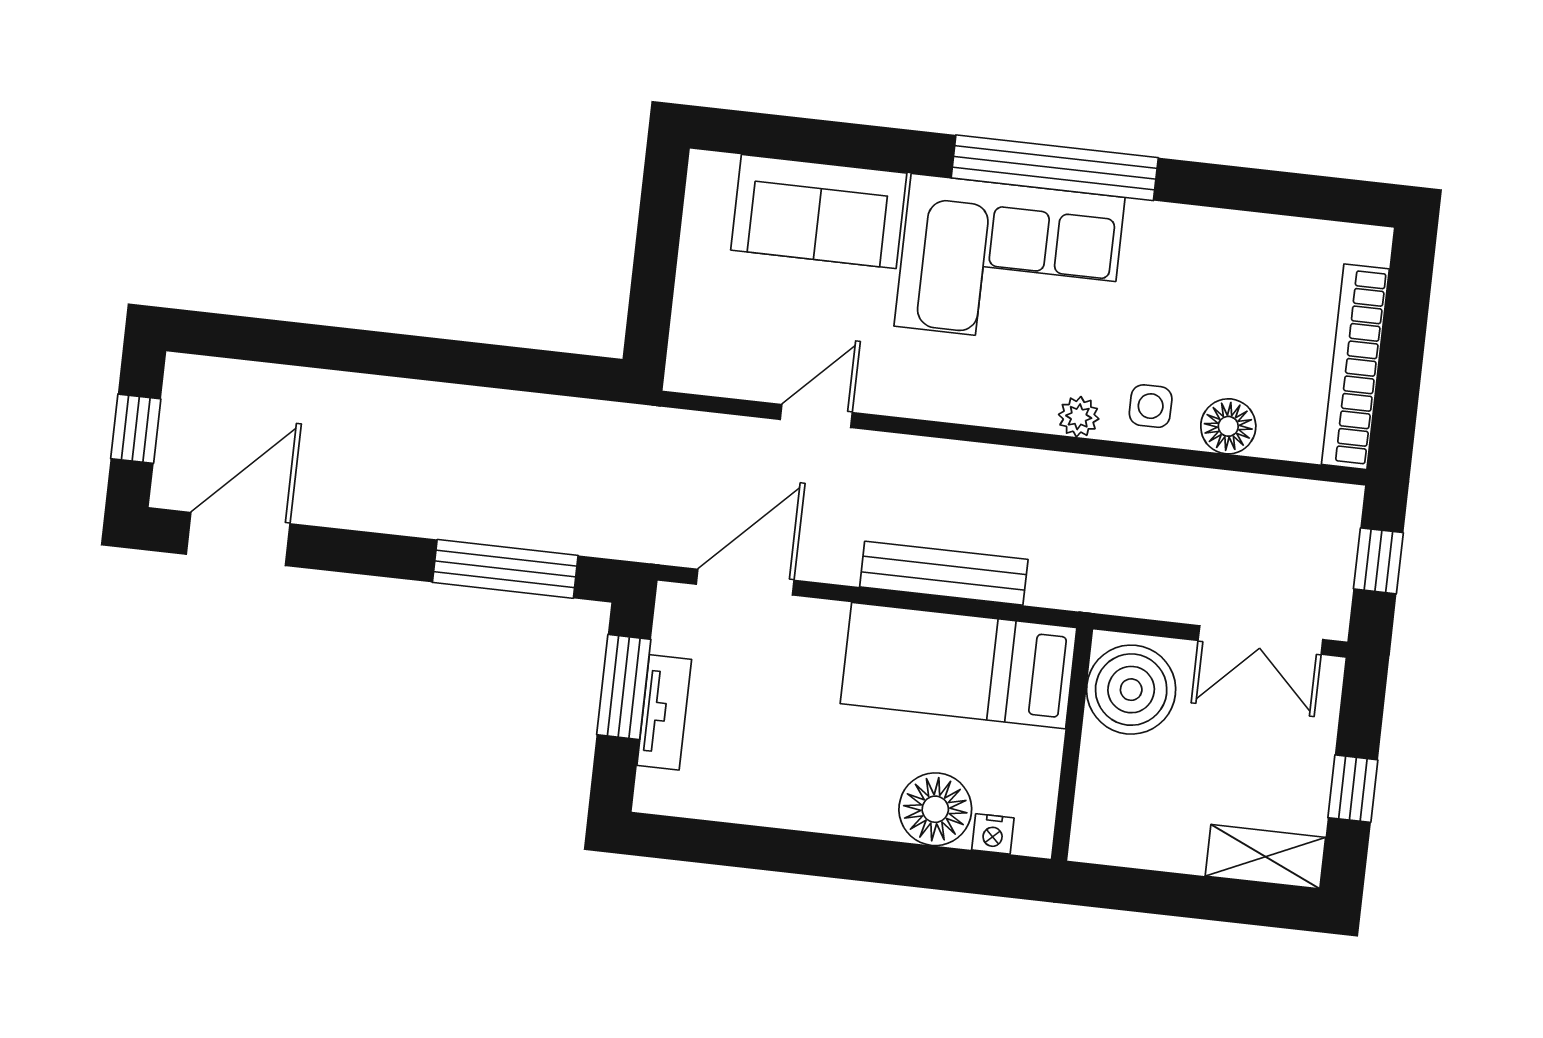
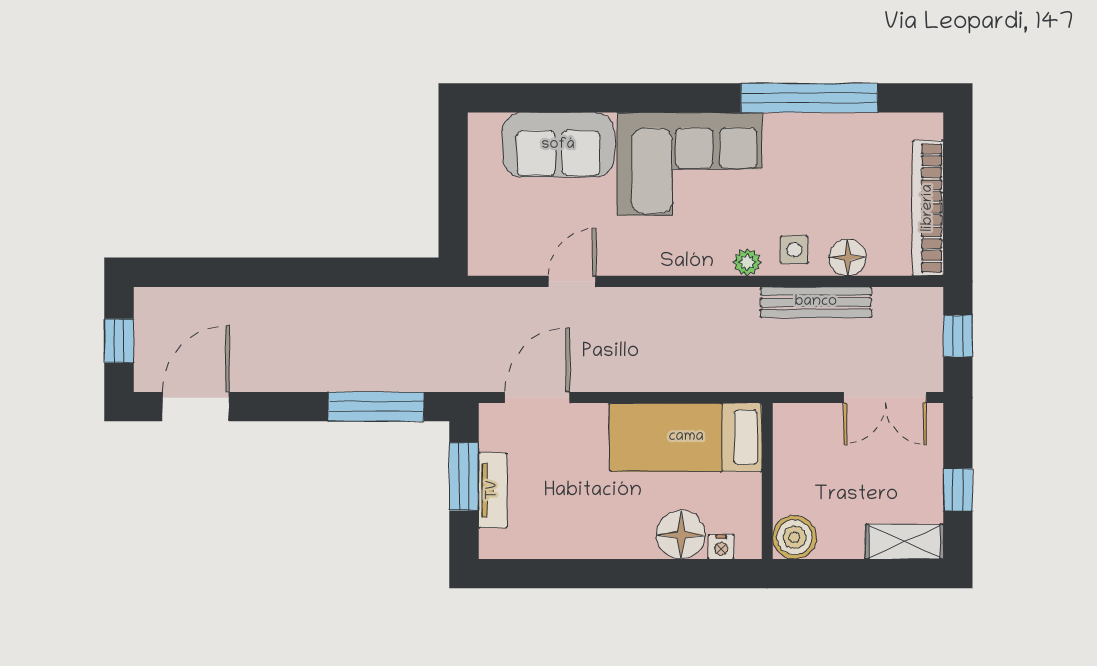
window: (1055, 168) -> (809, 98), moved
bench: (944, 573) -> (816, 302), moved
boiler: (1131, 690) -> (795, 537), moved, width x0.73, depth x0.73

